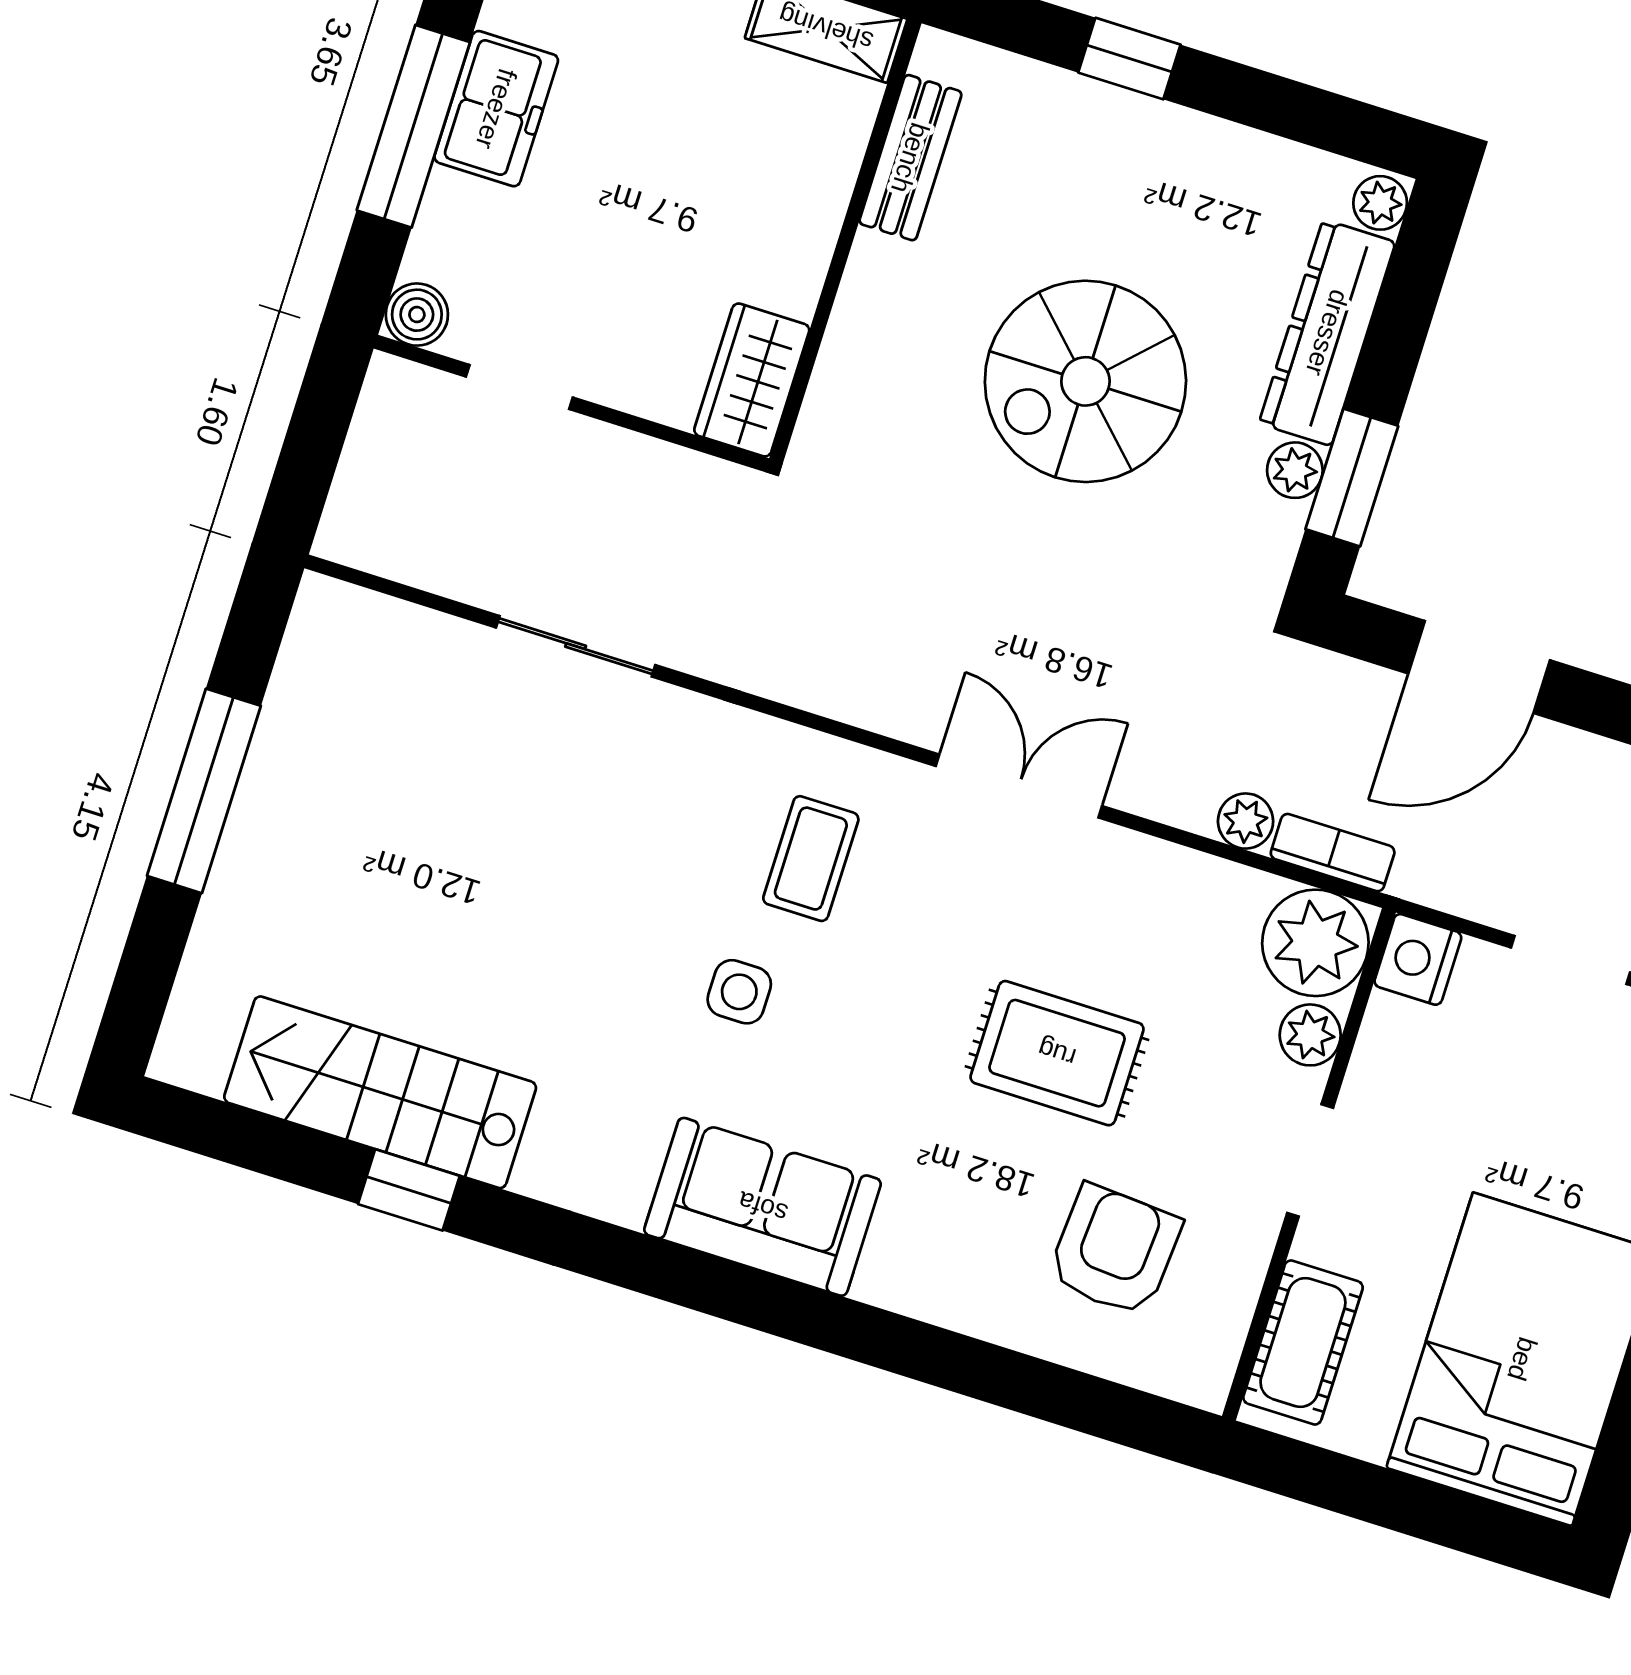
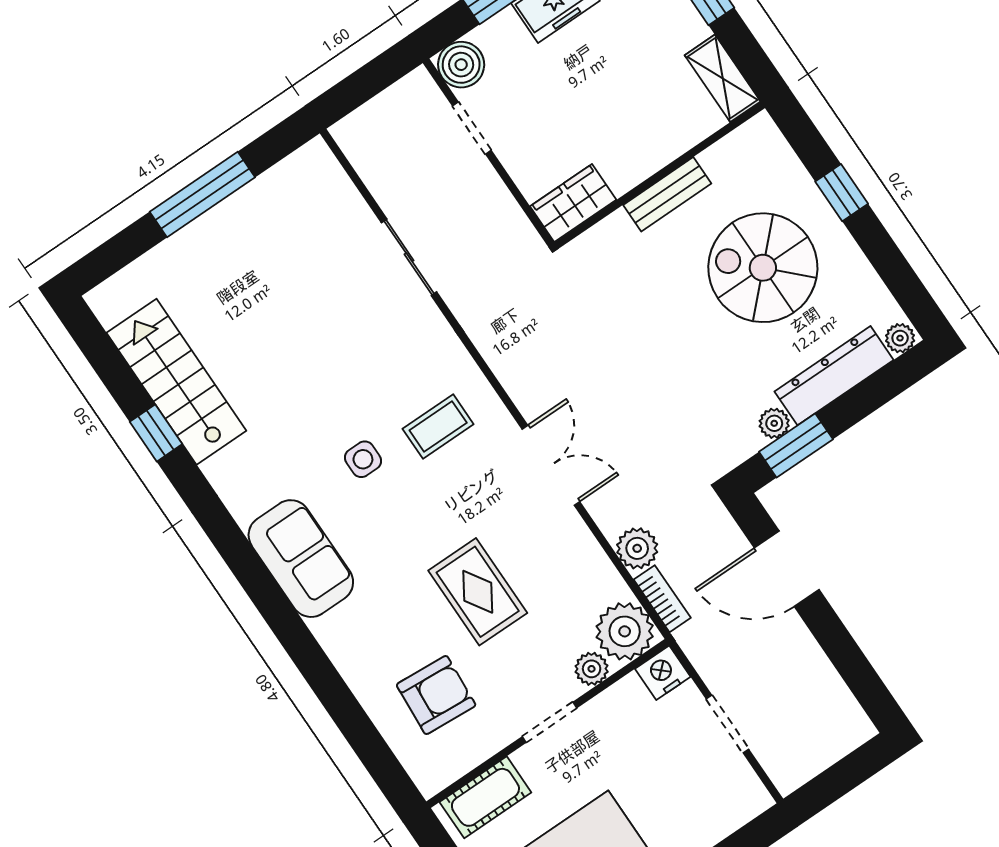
bench: (910, 158) -> (667, 194), moved
boiler: (417, 315) -> (461, 65), width x1.36, depth x1.36
spiral stairs: (1085, 381) -> (763, 268), moved
plant: (1246, 821) -> (637, 548), width x1.38, depth x1.38

